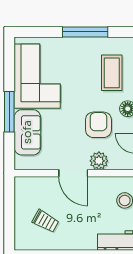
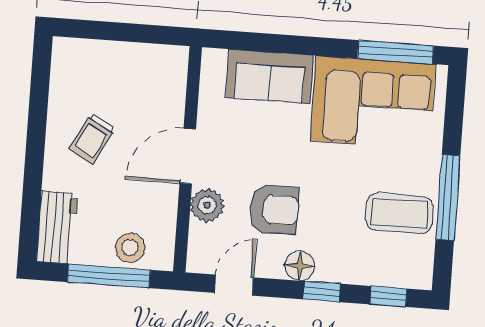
coffee table: (112, 73) -> (399, 213), moved
window: (9, 112) -> (395, 52), moved
trolley: (45, 221) -> (92, 138), moved

